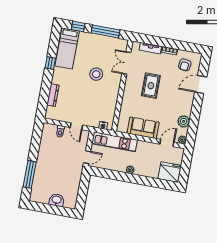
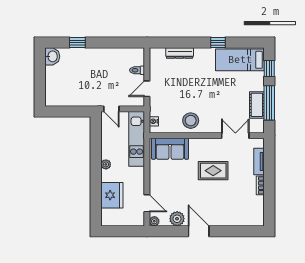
cot: (105, 42) -> (257, 105), added
armchair: (185, 65) -> (246, 207), removed
stool: (96, 74) -> (191, 121), moved
door: (201, 84) -> (199, 231), moved
sofa: (143, 128) -> (170, 149), moved, turned 90
fridge: (170, 172) -> (112, 195), moved
window: (30, 174) -> (77, 43), width x0.46
washbasin: (57, 200) -> (52, 56), moved

